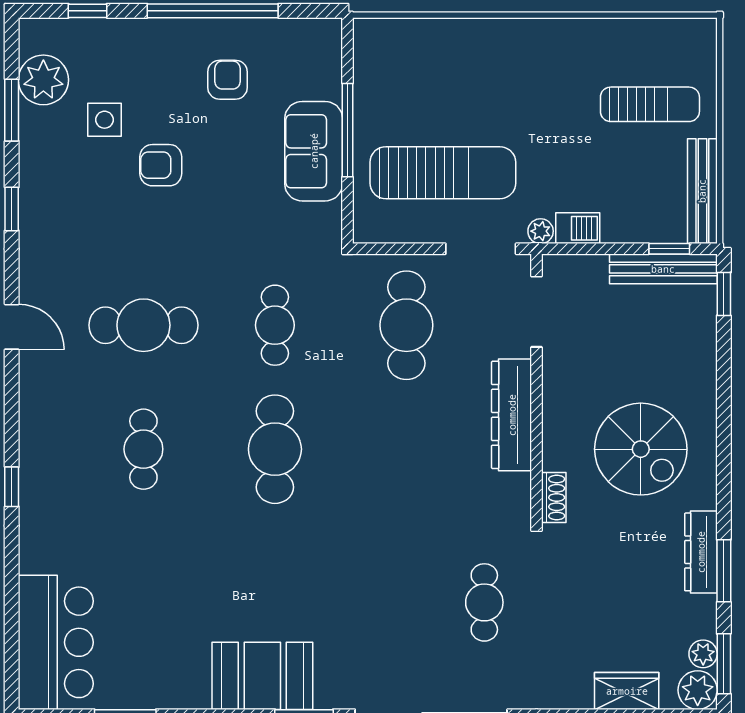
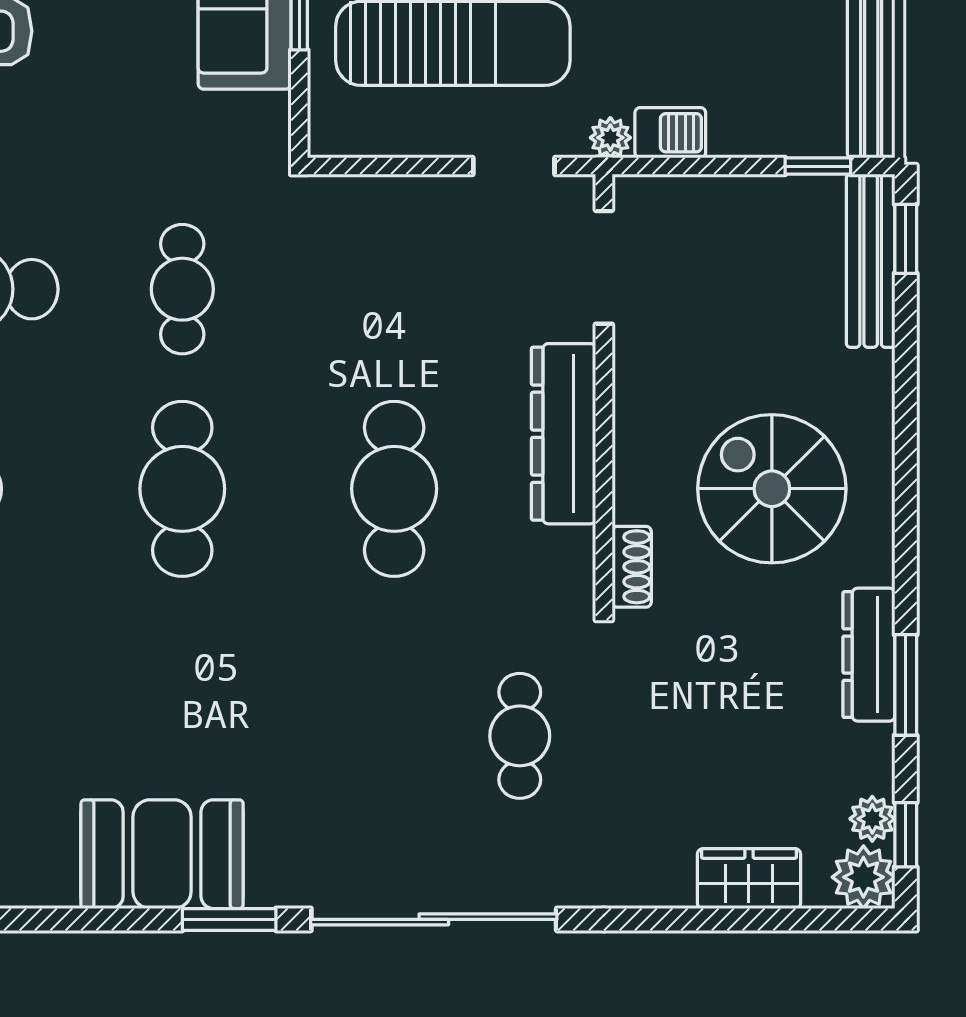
doorway: (481, 249) -> (514, 166), width x0.73
bench: (663, 269) -> (871, 261), moved, turned 90
cafe table: (406, 325) -> (394, 489), moved
spiral stairs: (641, 449) -> (772, 489), turned 180
window: (724, 664) -> (906, 835), width x0.67

